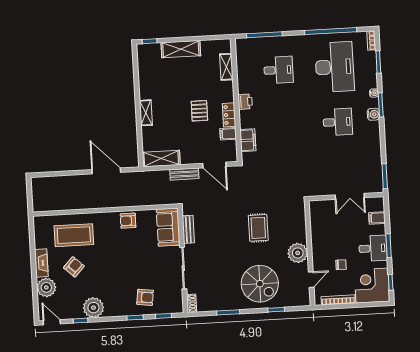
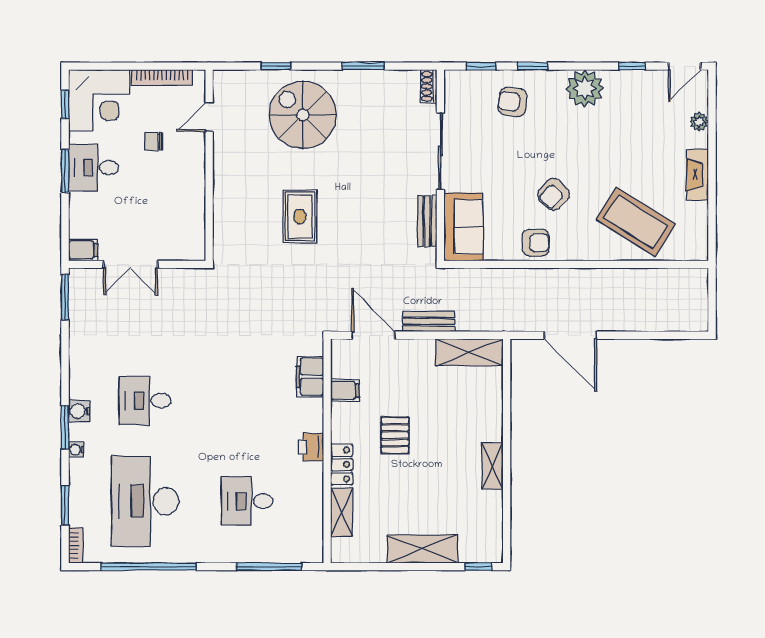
shelving: (146, 113) -> (493, 466), moved
locker: (229, 115) -> (342, 464), moved
double door: (350, 196) -> (131, 264), swing flipped
filing cabinet: (377, 218) -> (83, 250), moved
coffee table: (74, 235) -> (636, 222), turned 32
plant: (298, 253) -> (231, 167), removed
armchair: (74, 267) -> (553, 194), moved
plant: (46, 287) -> (699, 122), width x0.53, depth x0.53
plant: (93, 308) -> (585, 88), moved
door: (52, 322) -> (685, 66), hinge flipped

